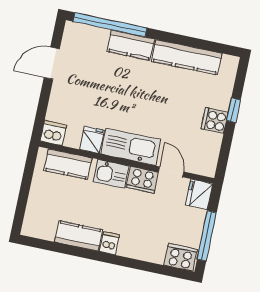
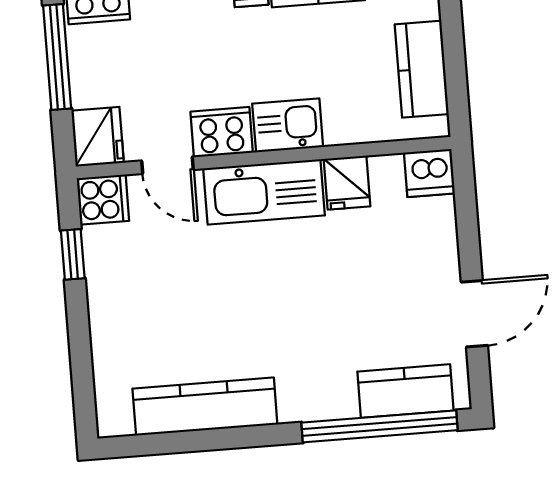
kitchen counter: (131, 45) -> (406, 391), moved
window: (233, 110) -> (73, 254), moved
cooker: (215, 121) -> (103, 200), moved
kitchen counter: (68, 164) -> (422, 69), moved, turned -90

